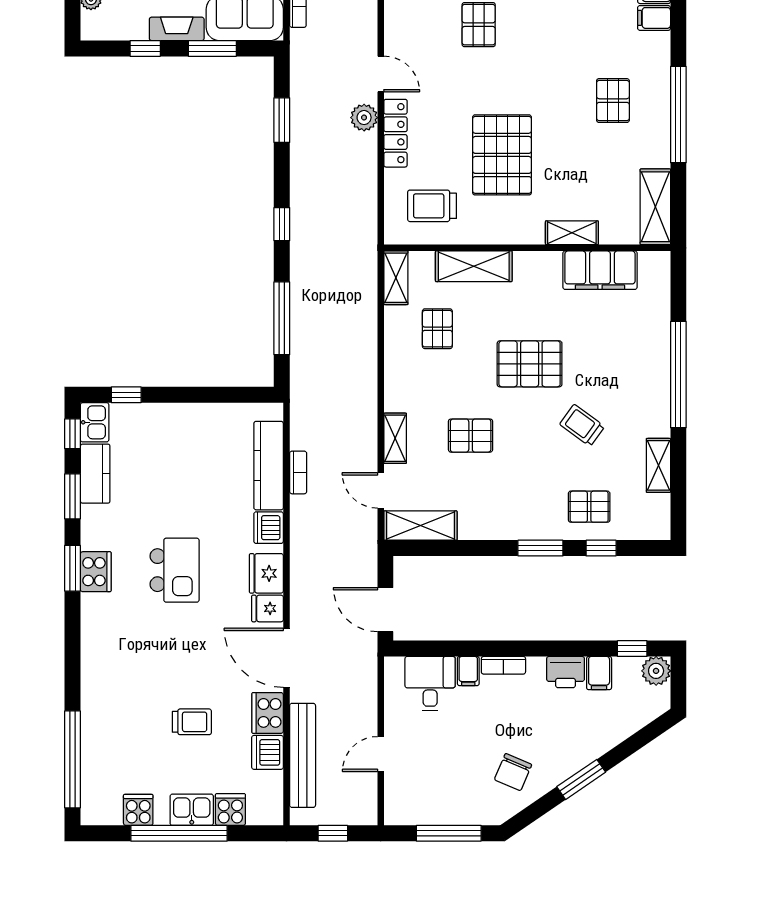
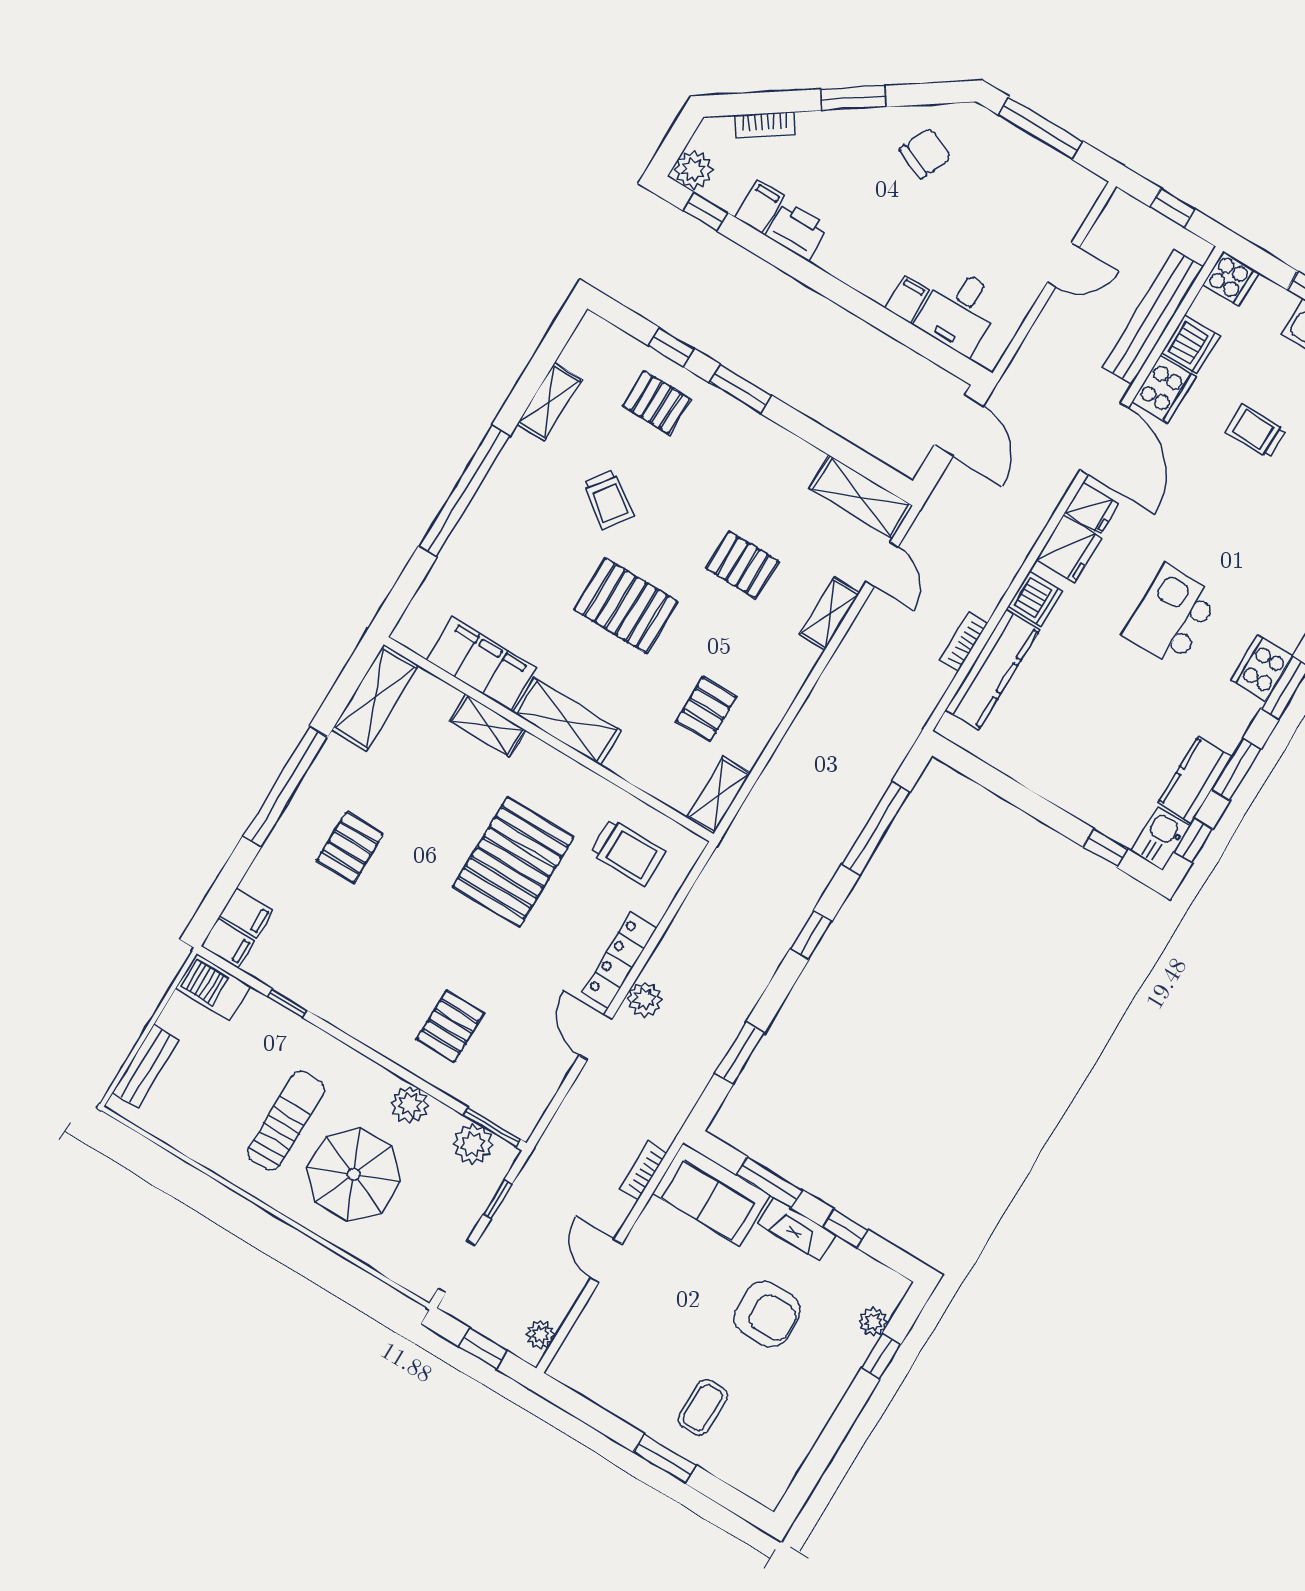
shelving: (474, 266) -> (567, 721), moved
bookcase: (503, 665) -> (765, 125), moved, turned 146
cooker: (230, 810) -> (1231, 279), moved, turned -90

